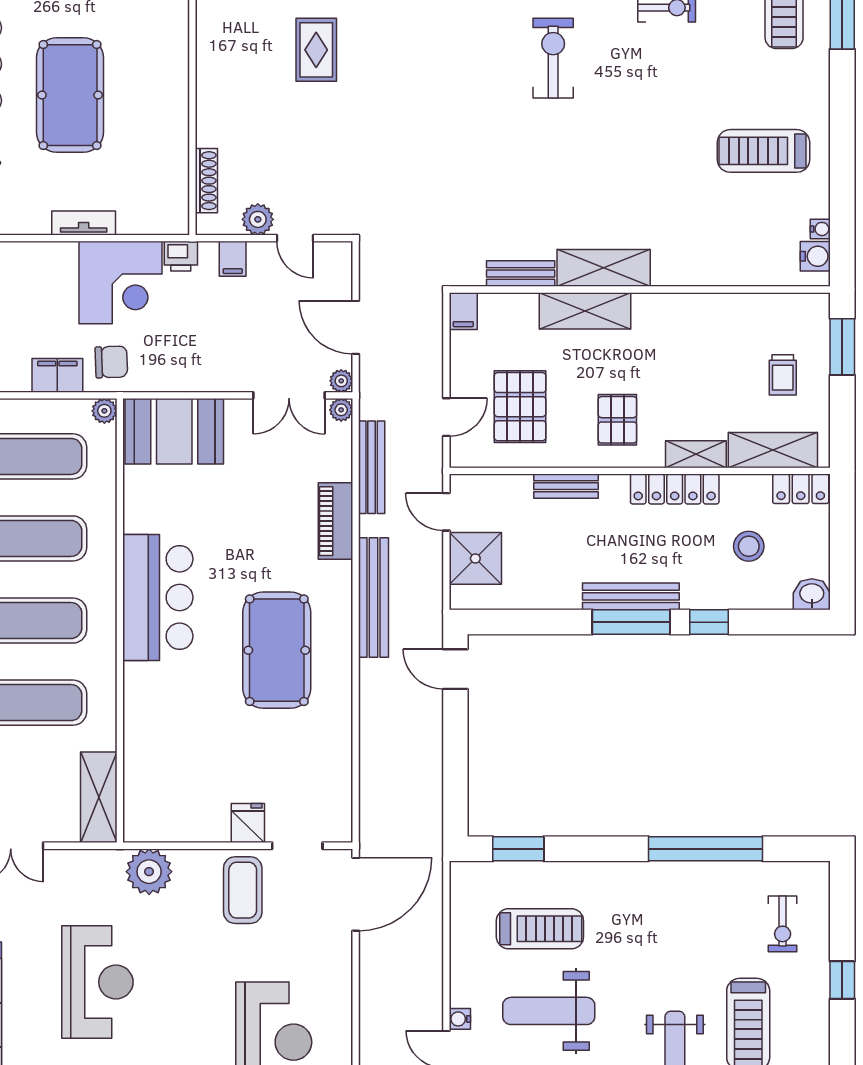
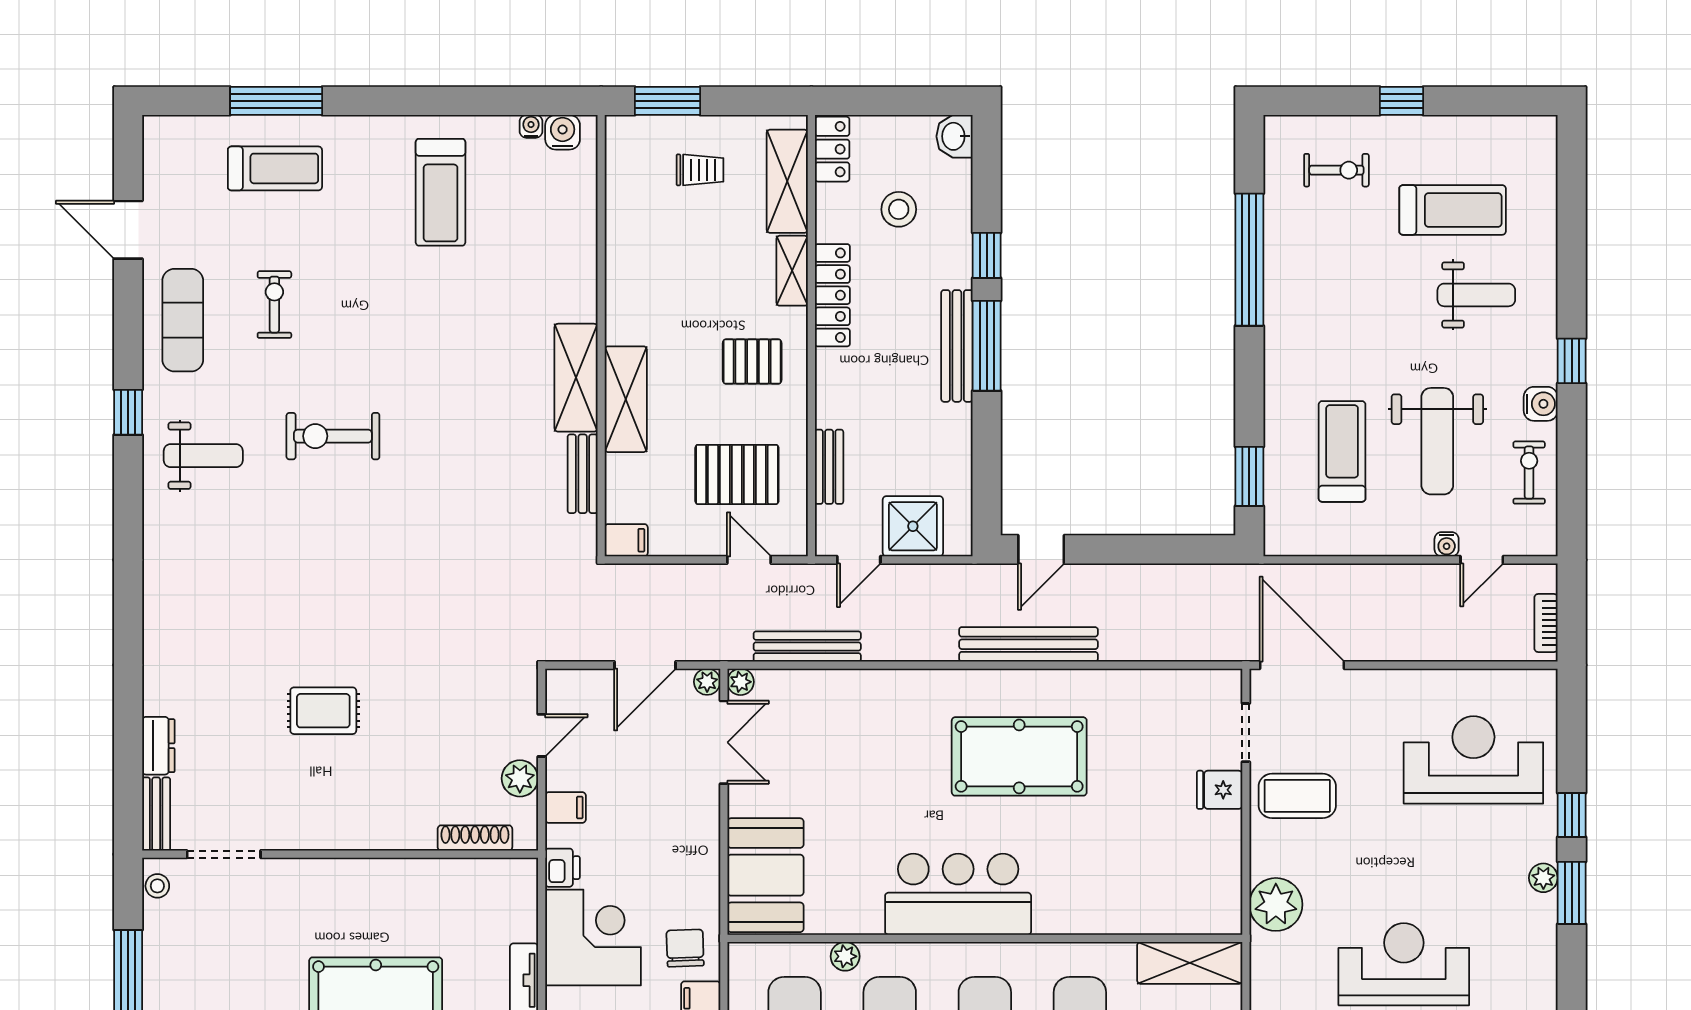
plant: (104, 411) -> (845, 956), moved
bench: (566, 486) -> (829, 467), moved
piano: (335, 521) -> (869, 688), removed
bench: (374, 598) -> (1028, 644), moved

